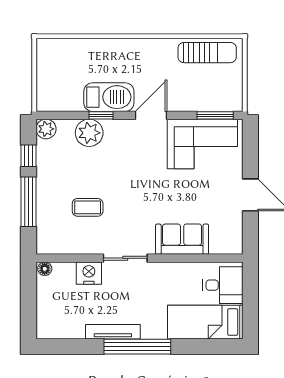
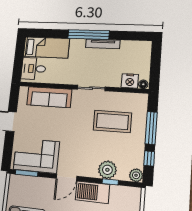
window: (101, 115) -> (110, 182), moved
coffee table: (88, 207) -> (112, 121), width x1.86, depth x1.72
sofa: (182, 239) -> (49, 97), width x1.36
nightstand: (89, 273) -> (130, 81), moved

